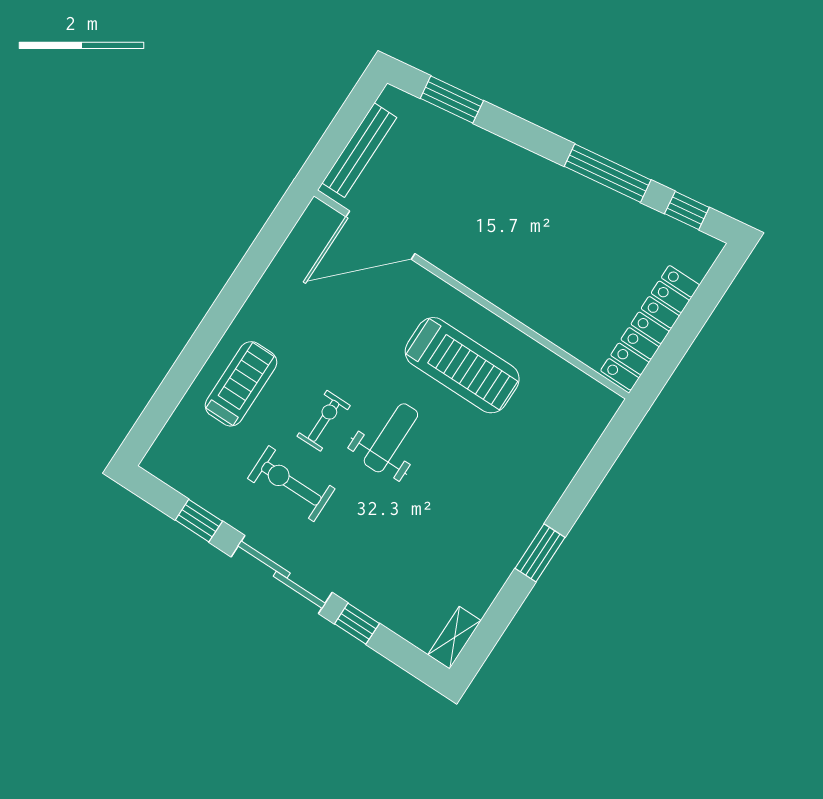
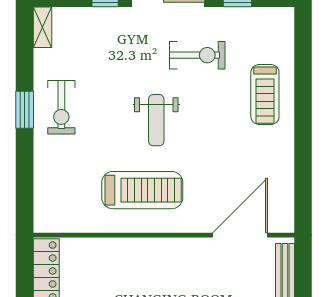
treadmill: (462, 365) -> (142, 190), turned 180
exercise bike: (324, 421) -> (61, 107), moved, width x1.38, depth x1.39

